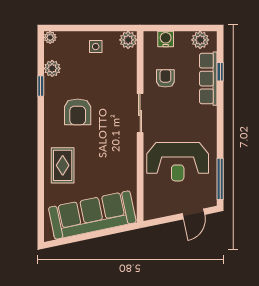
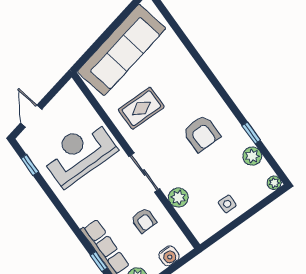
plant: (128, 40) -> (178, 197), moved
armchair: (78, 112) -> (201, 133), turned 180
rug: (63, 165) -> (141, 108), moved, turned 90
window: (220, 179) -> (30, 165), width x0.46

